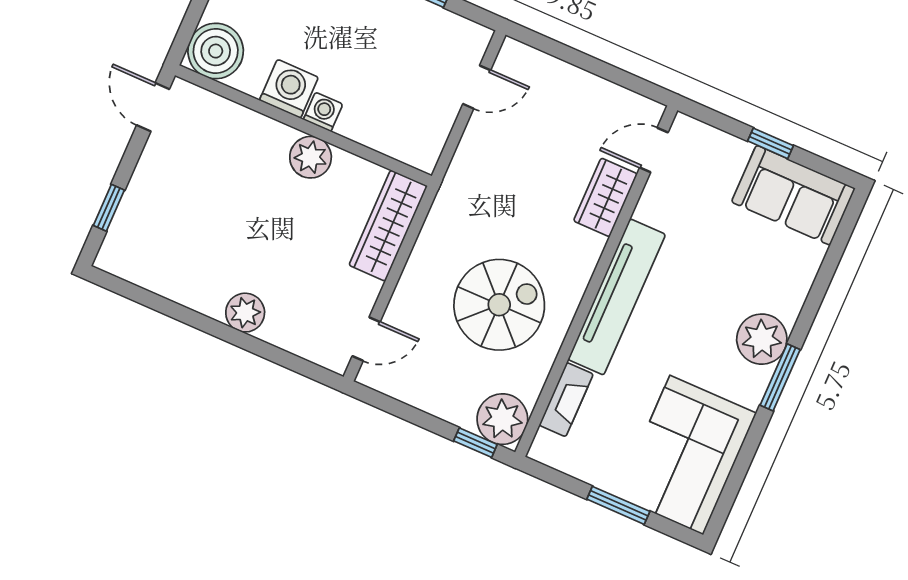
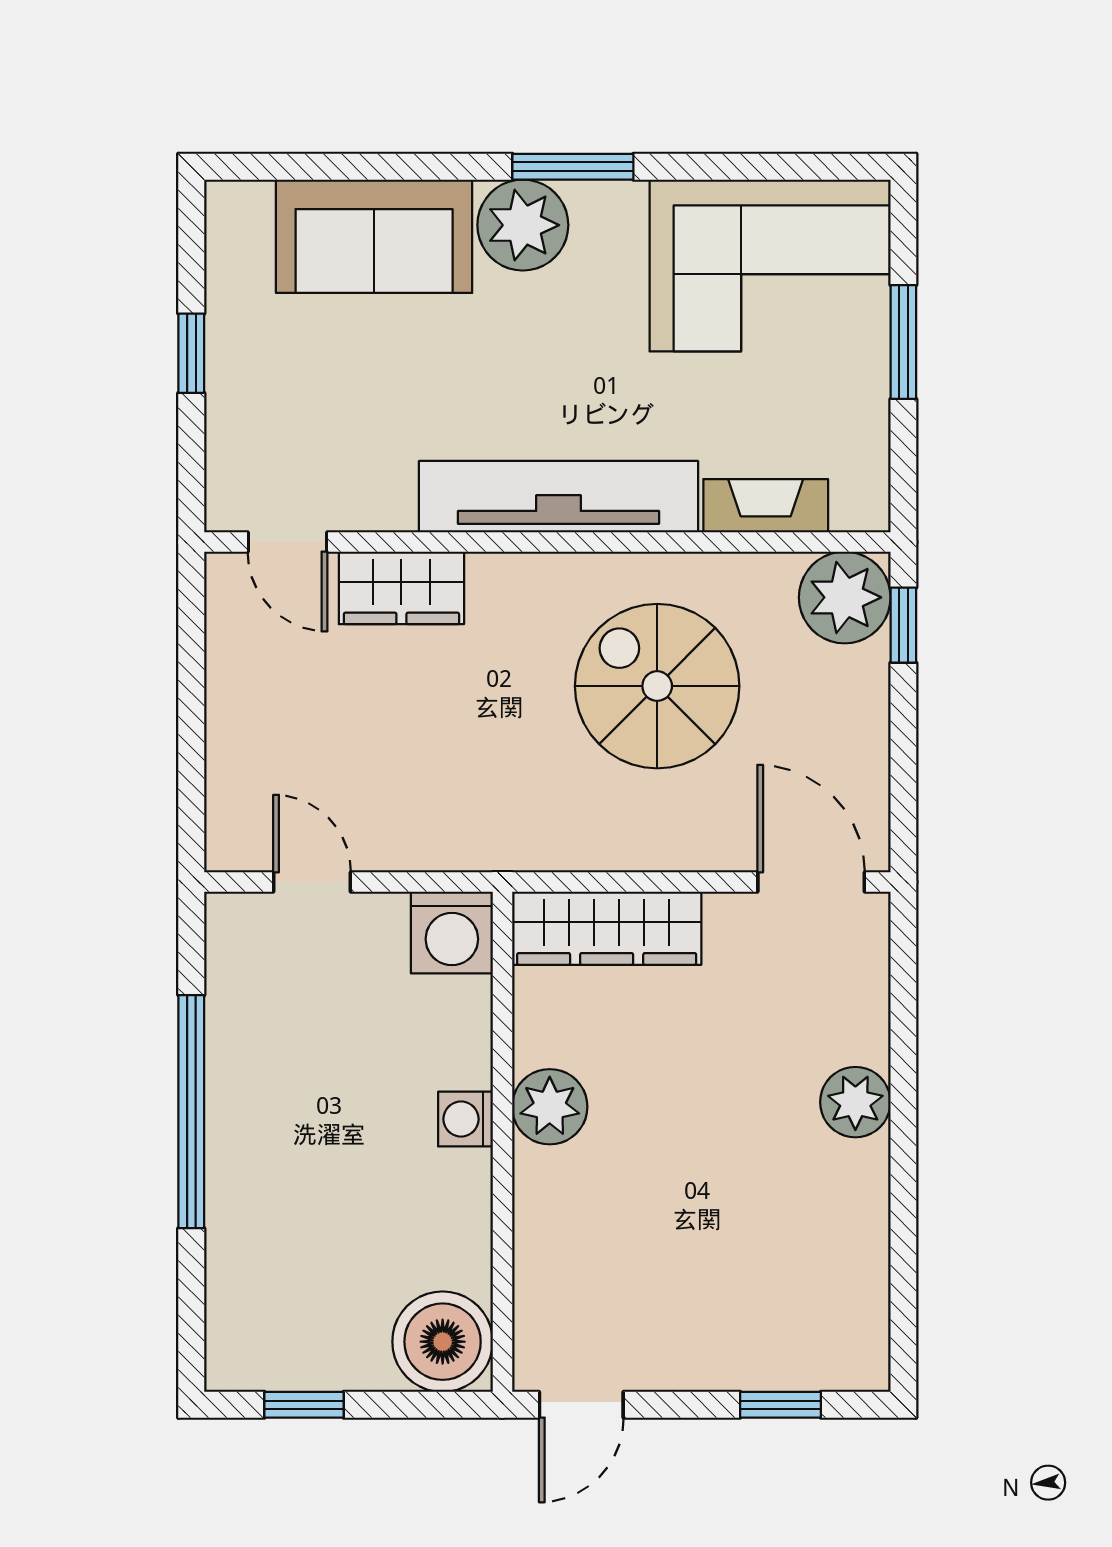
washing machine: (289, 89) -> (452, 933), moved, turned -90
sofa: (793, 195) -> (374, 236), moved, turned 90
door: (366, 339) -> (811, 882), width x1.38

